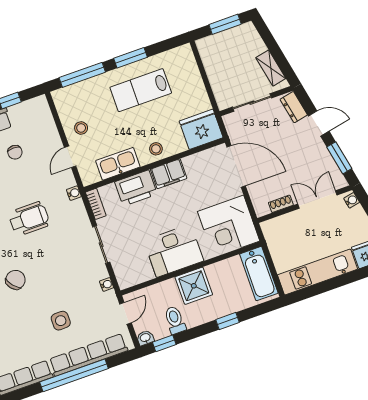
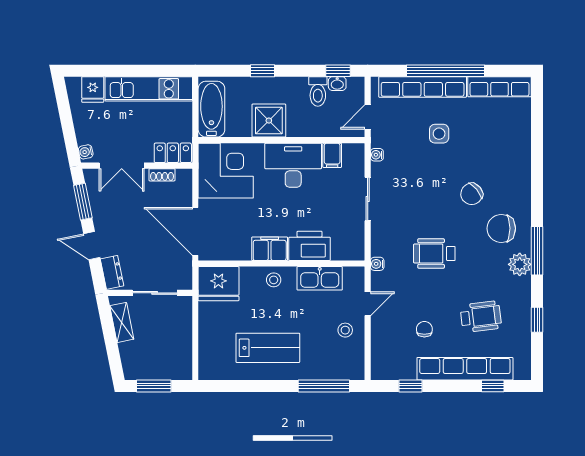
window: (131, 58) -> (266, 386), removed
bookcase: (96, 204) -> (358, 244), removed
locker: (278, 225) -> (173, 153), added
filing cabinet: (144, 271) -> (332, 155), added
shower: (194, 286) -> (269, 121), moved
washbasin: (145, 338) -> (337, 84), moved

